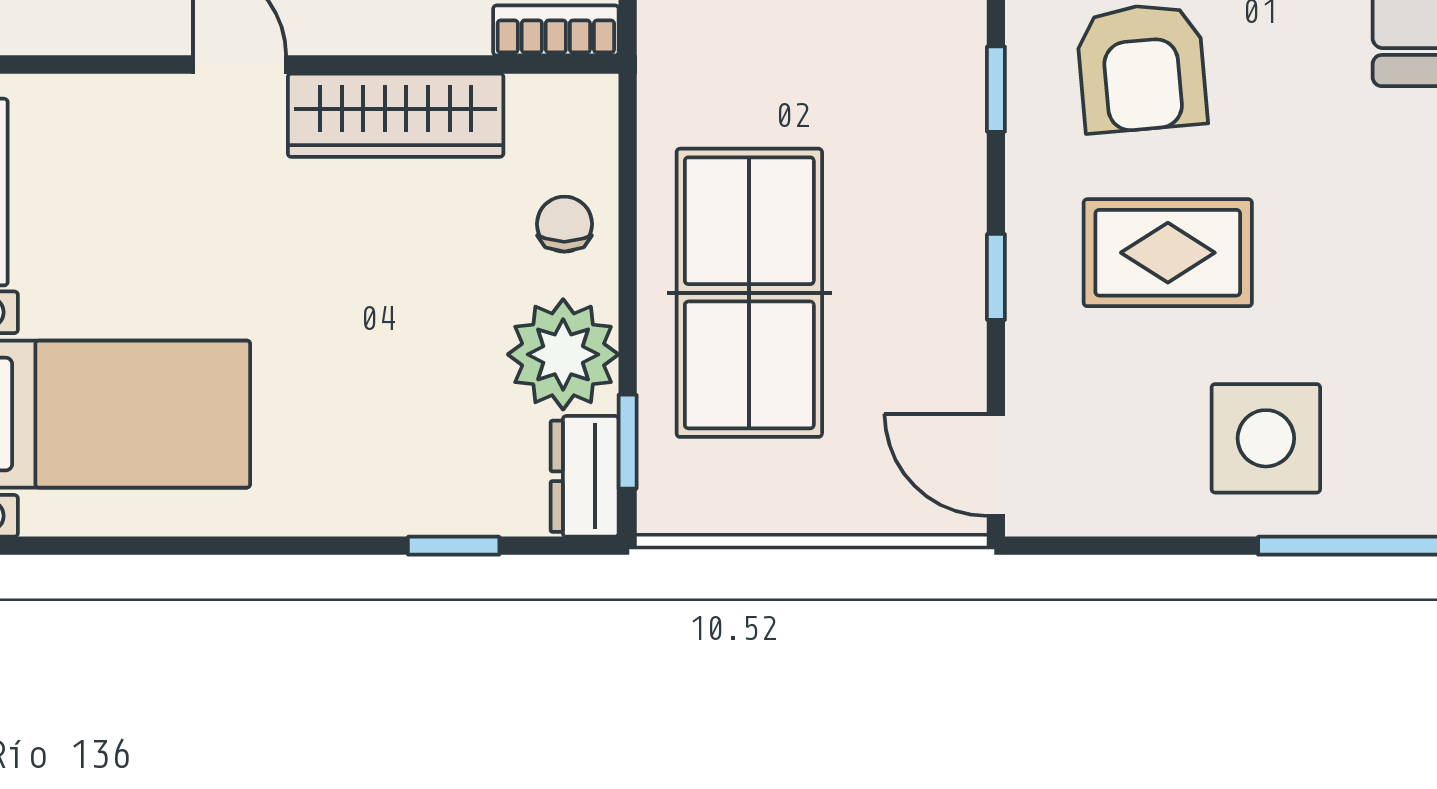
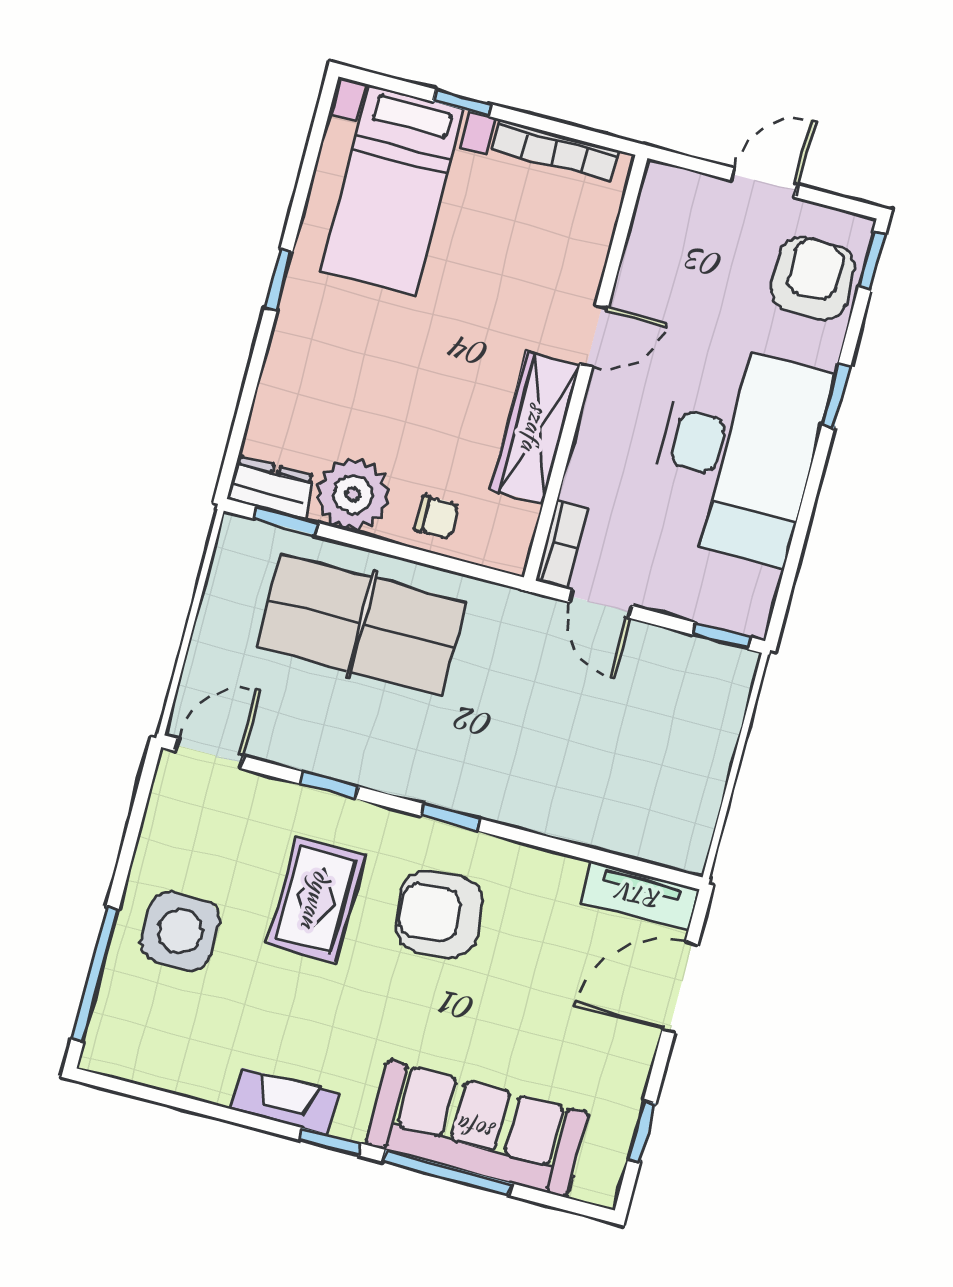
window: (454, 546) -> (279, 279), moved

